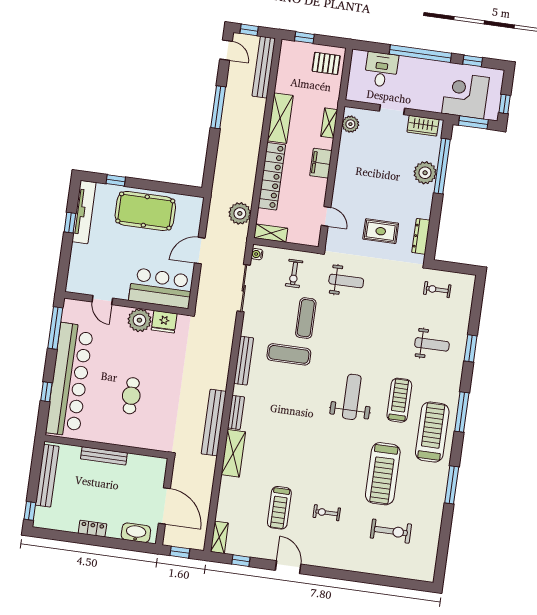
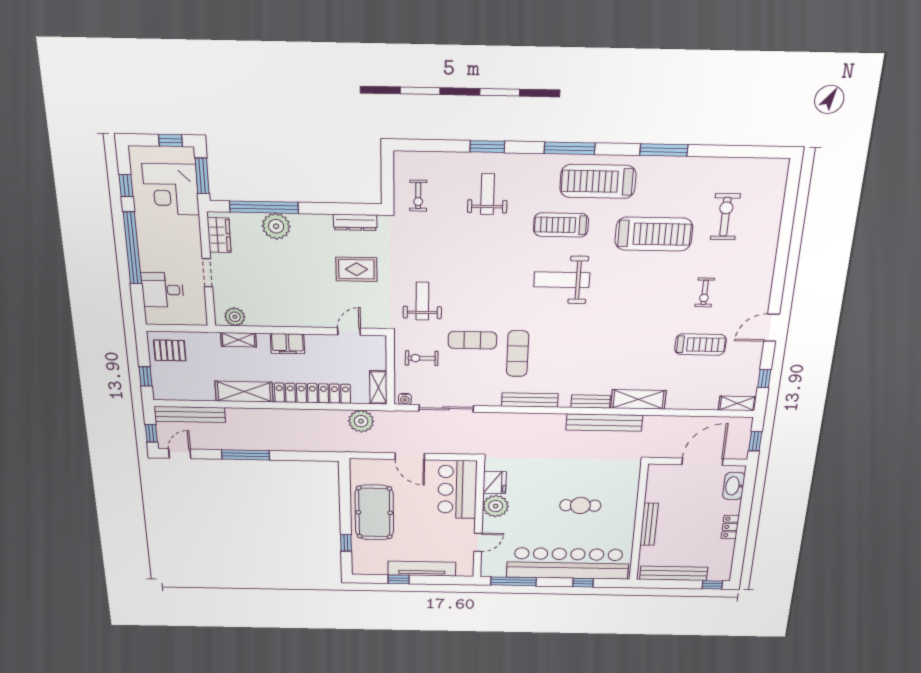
pallet: (326, 63) -> (170, 350), turned 90
tv unit: (84, 212) -> (422, 569), moved
rug: (381, 231) -> (356, 269), turned 90
exercise bike: (294, 273) -> (422, 358), turned 180

